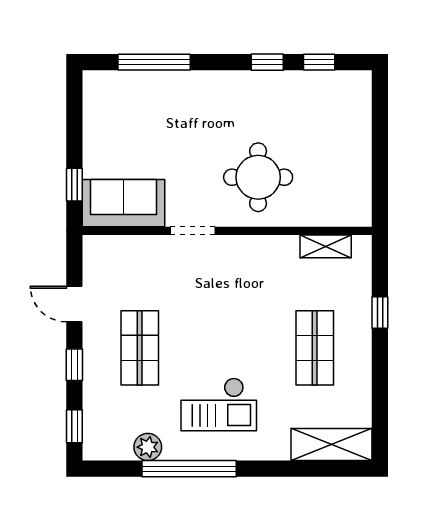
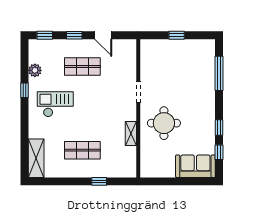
window: (74, 185) -> (177, 35), moved
sofa: (124, 203) -> (195, 166), moved, turned -90
shelving: (326, 246) -> (131, 134), moved
door: (74, 304) -> (103, 35), swing flipped
checkout: (219, 404) -> (55, 104), turned 90
window: (189, 469) -> (24, 90), width x0.32

